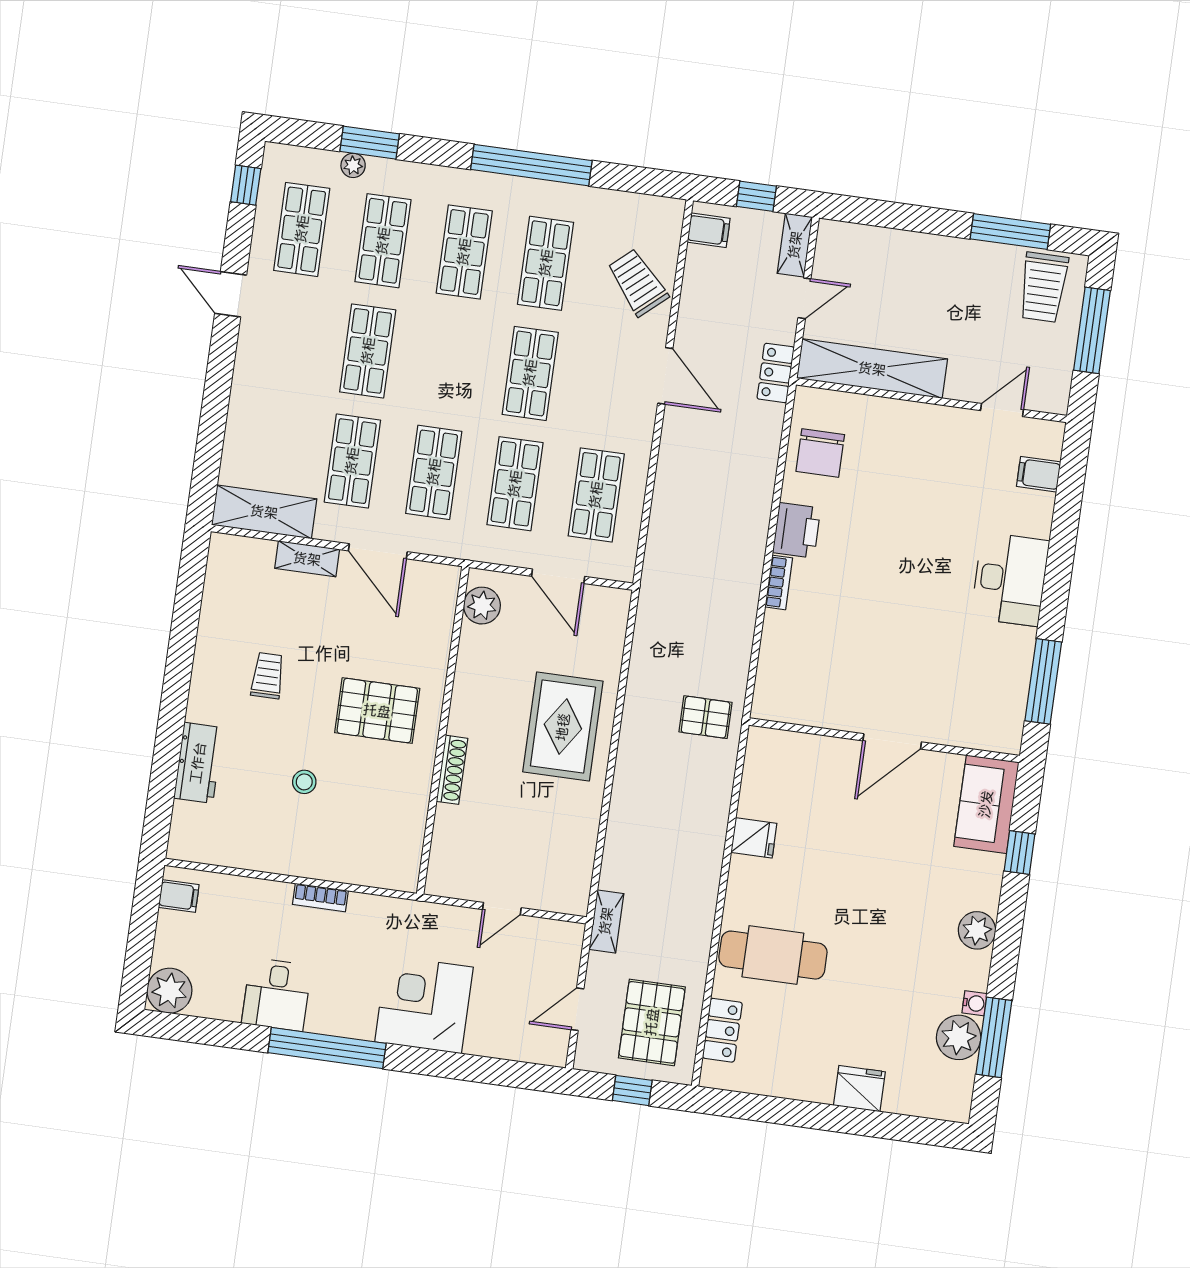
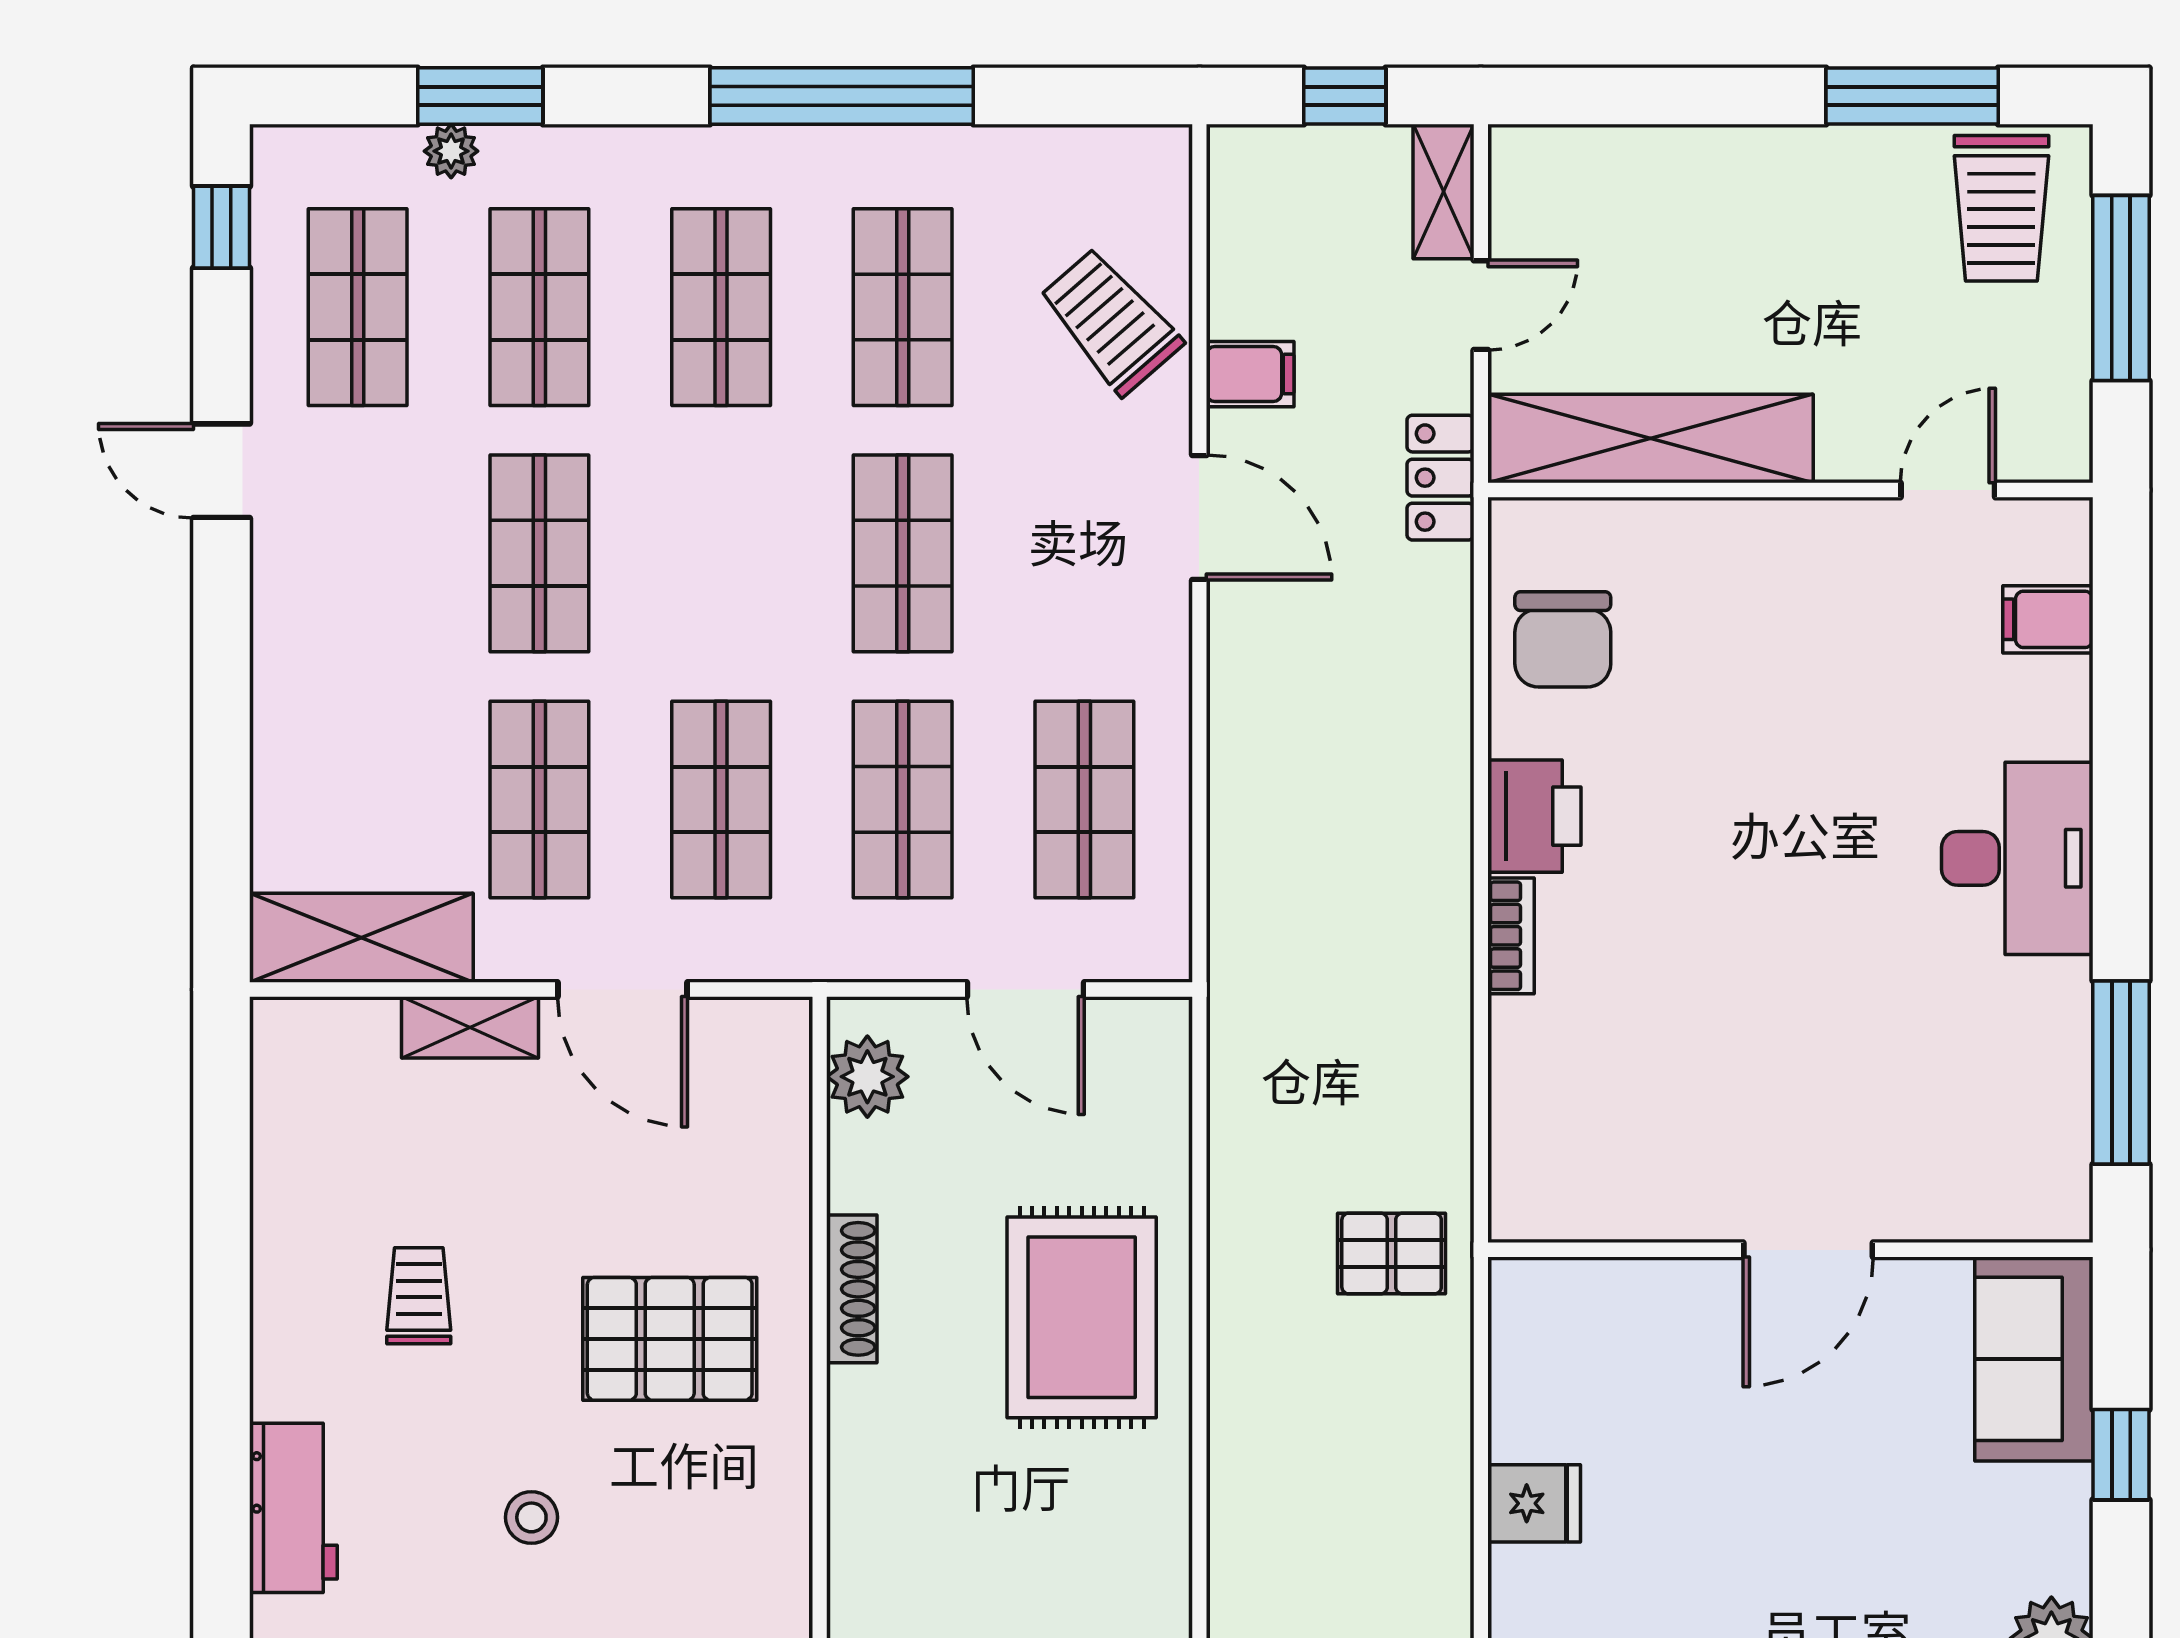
filing cabinet: (709, 230) -> (1250, 374), moved
shoe rack: (452, 770) -> (852, 1289), moved

